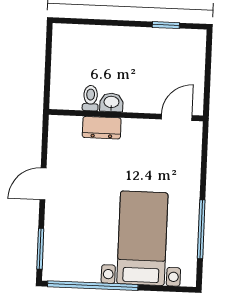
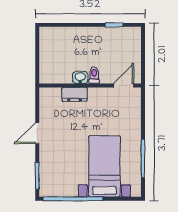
toilet: (90, 98) -> (94, 75), moved

